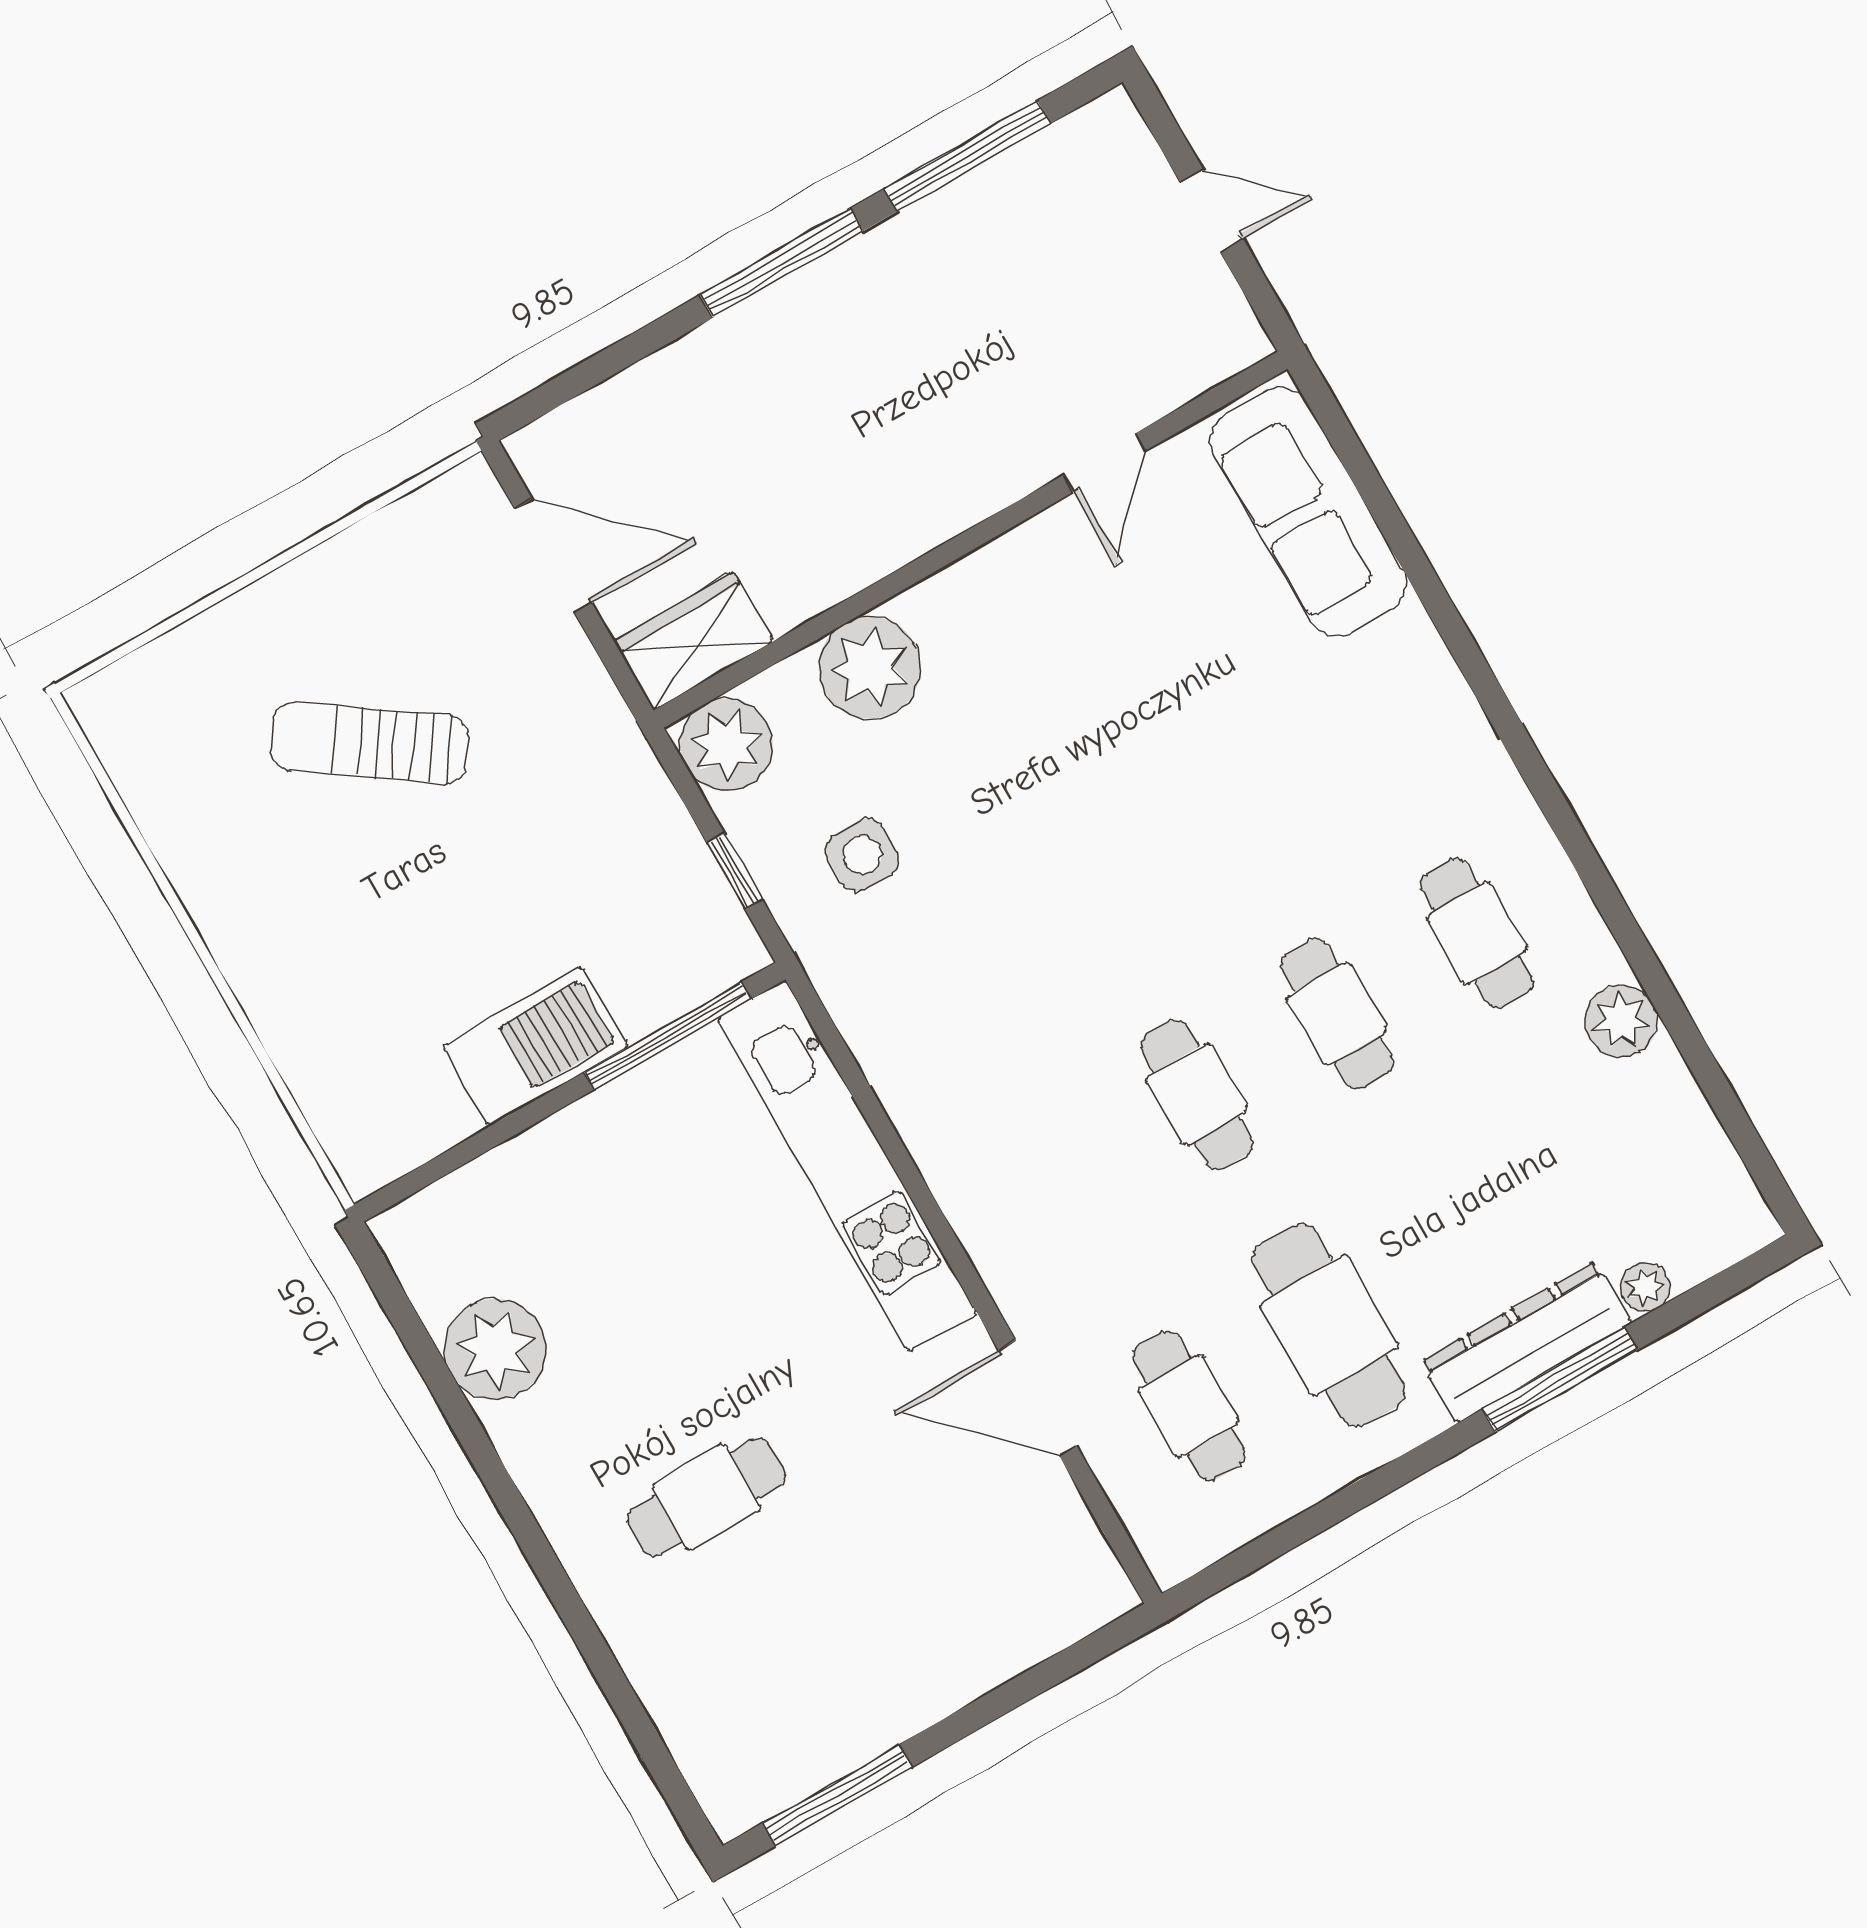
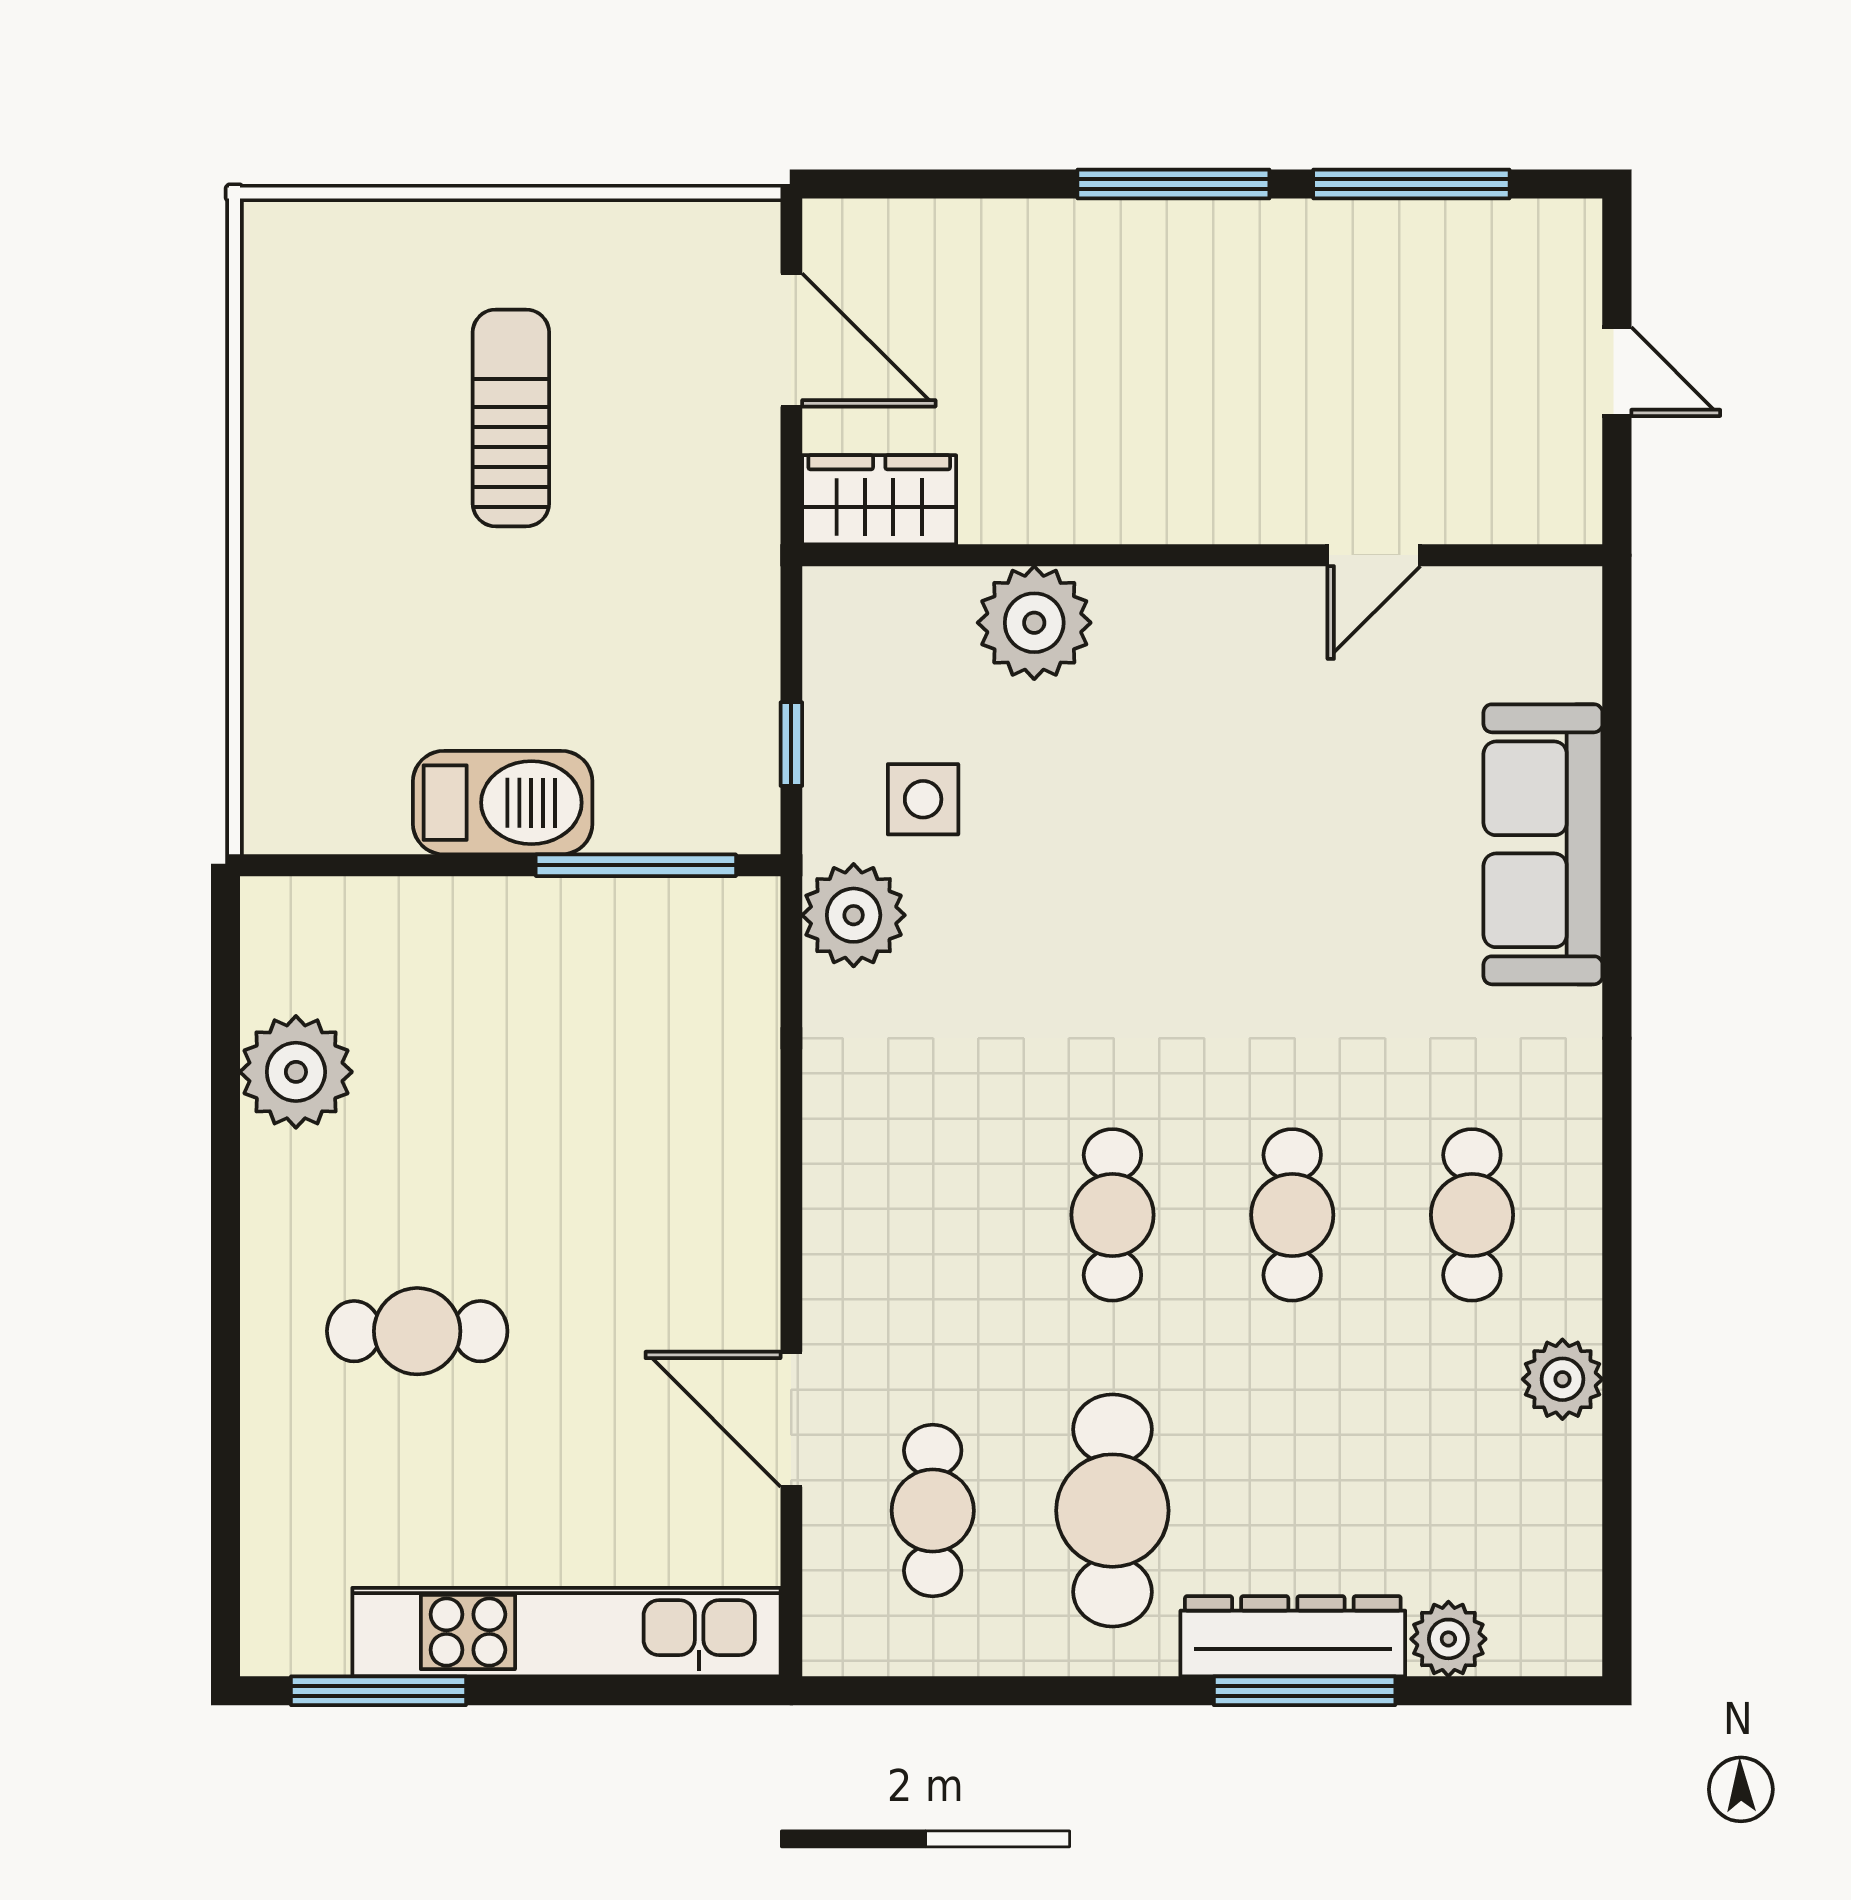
sofa: (1308, 512) -> (1543, 844), moved
sun lounger: (369, 743) -> (511, 418), turned 55
plant: (726, 745) -> (854, 915), moved
kitchen unit: (847, 1166) -> (566, 1632), moved, turned 90
plant: (1645, 1287) -> (1448, 1639), width x1.38, depth x1.38

